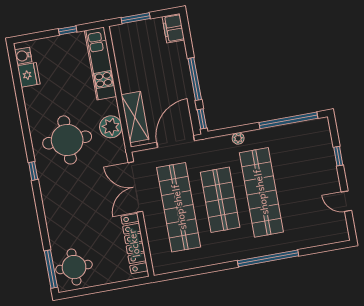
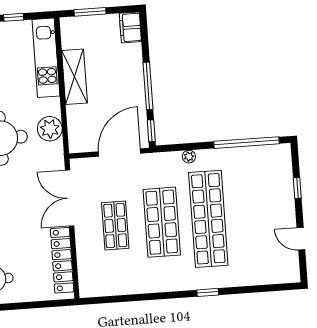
shelving: (135, 117) -> (74, 77), moved
shop shelf: (179, 207) -> (115, 225), width x0.50, depth x0.74
window: (268, 258) -> (208, 292), width x0.32

